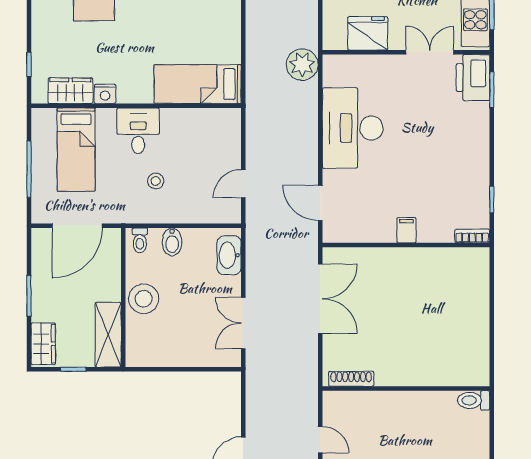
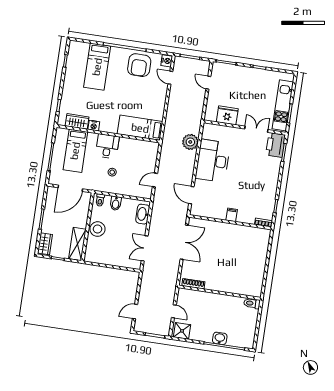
plant: (302, 65) -> (190, 142), moved

